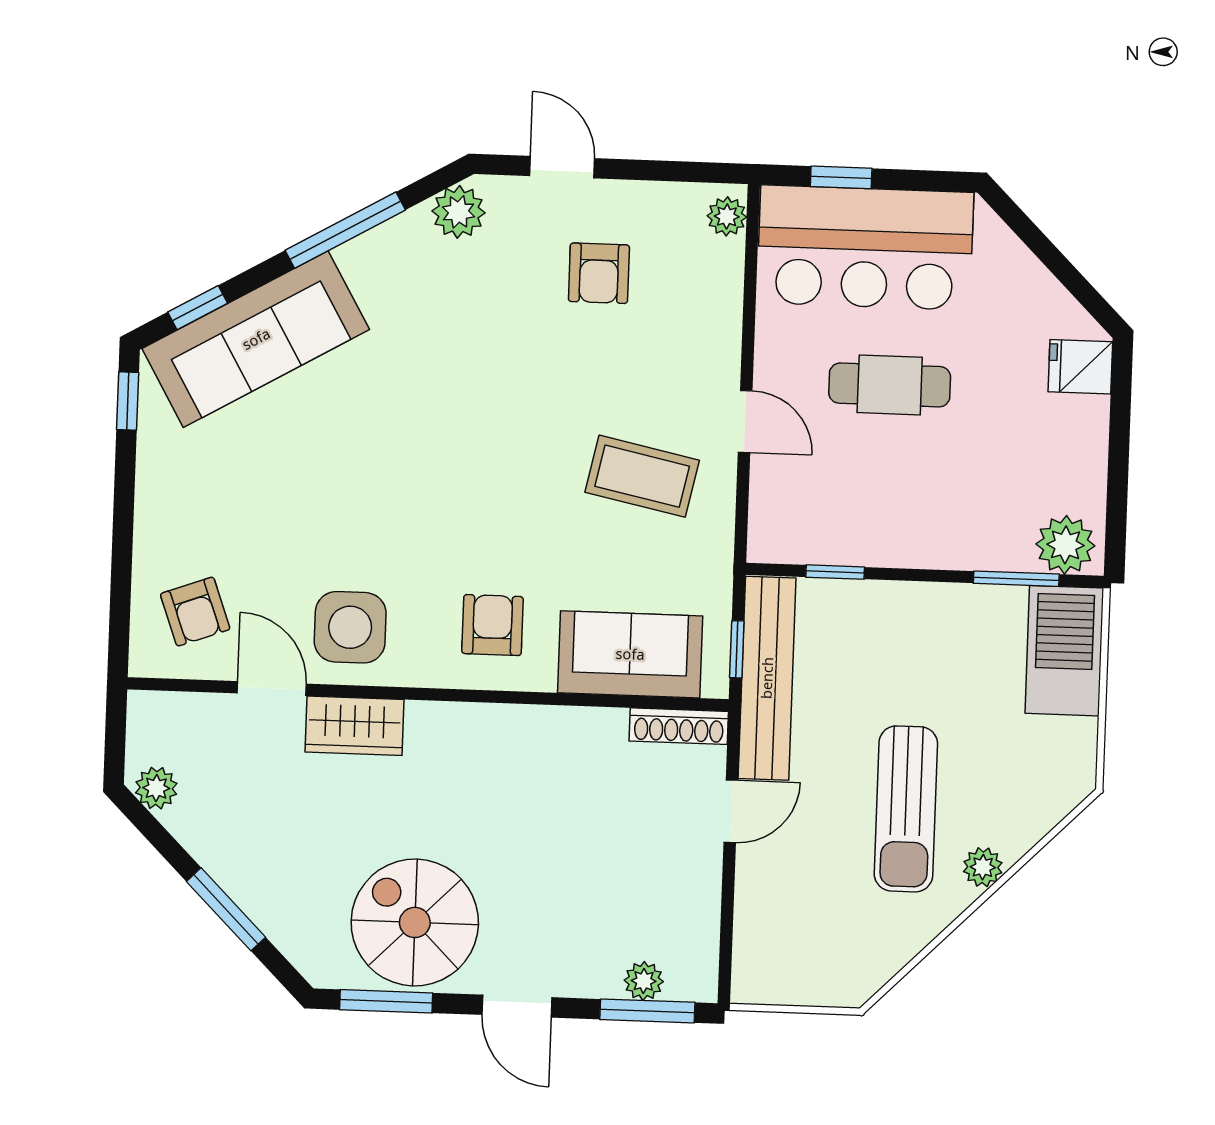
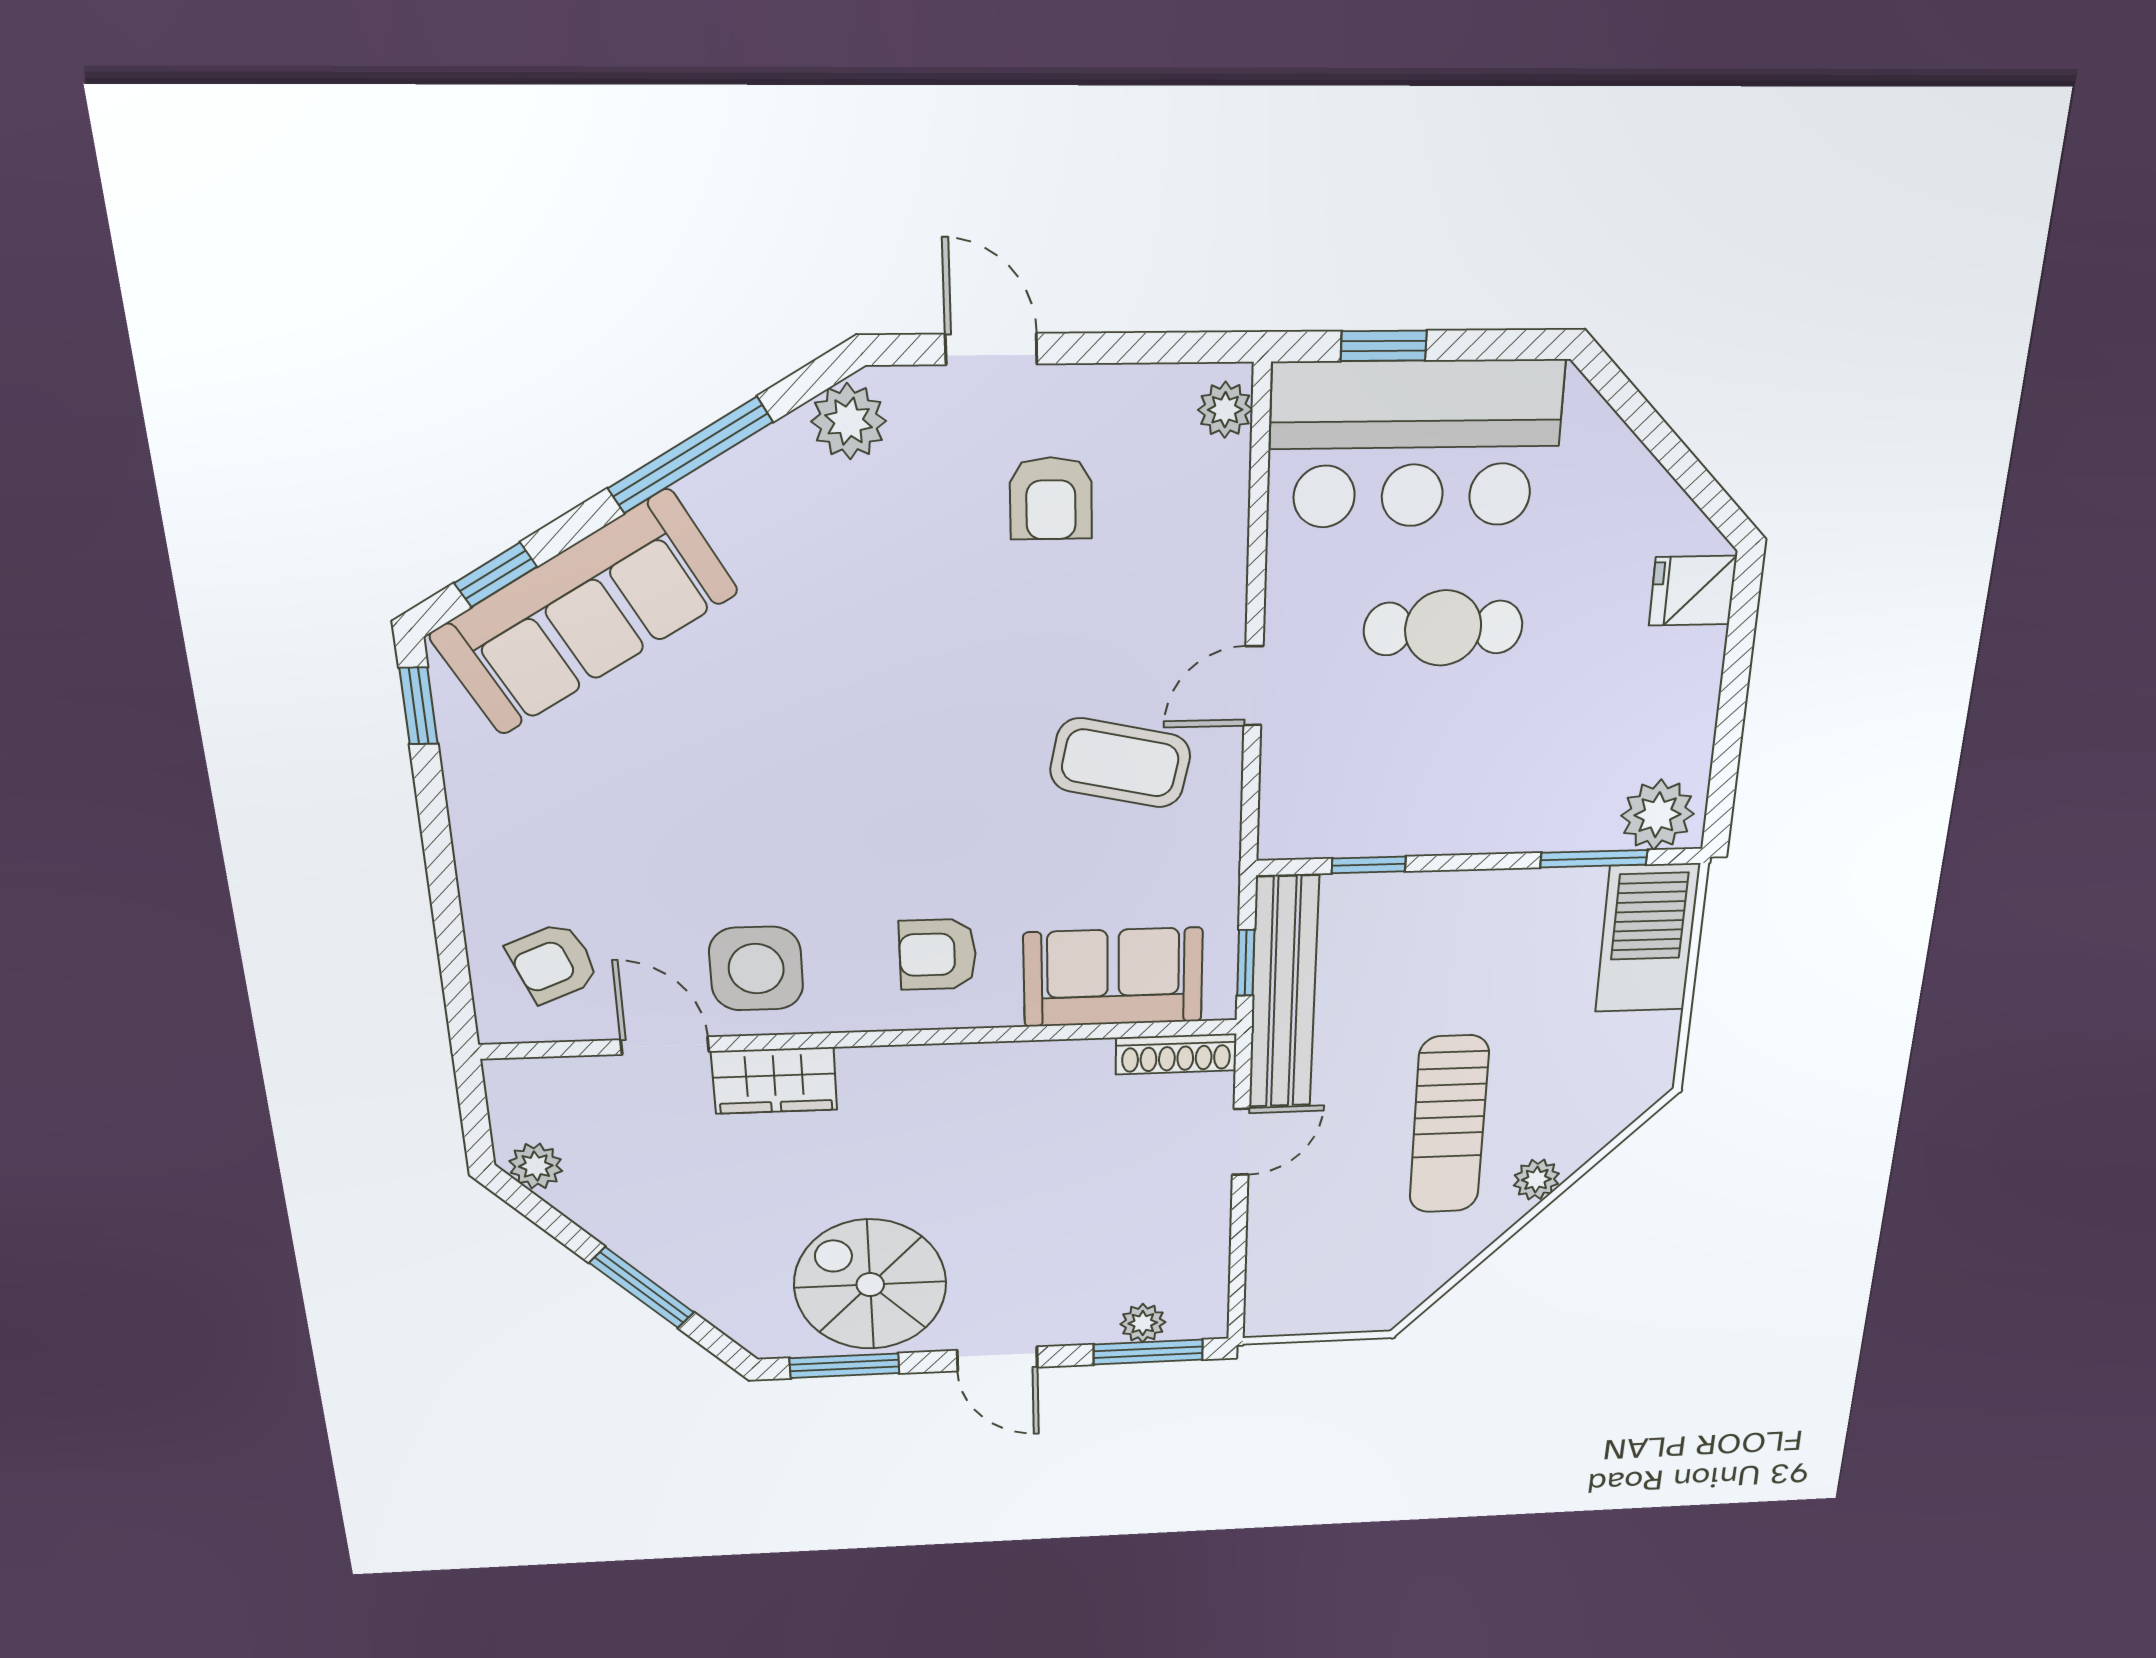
door: (745, 422) -> (1253, 686), swing flipped
armchair: (195, 612) -> (553, 963), turned 88
armchair: (493, 625) -> (938, 954), turned -90

